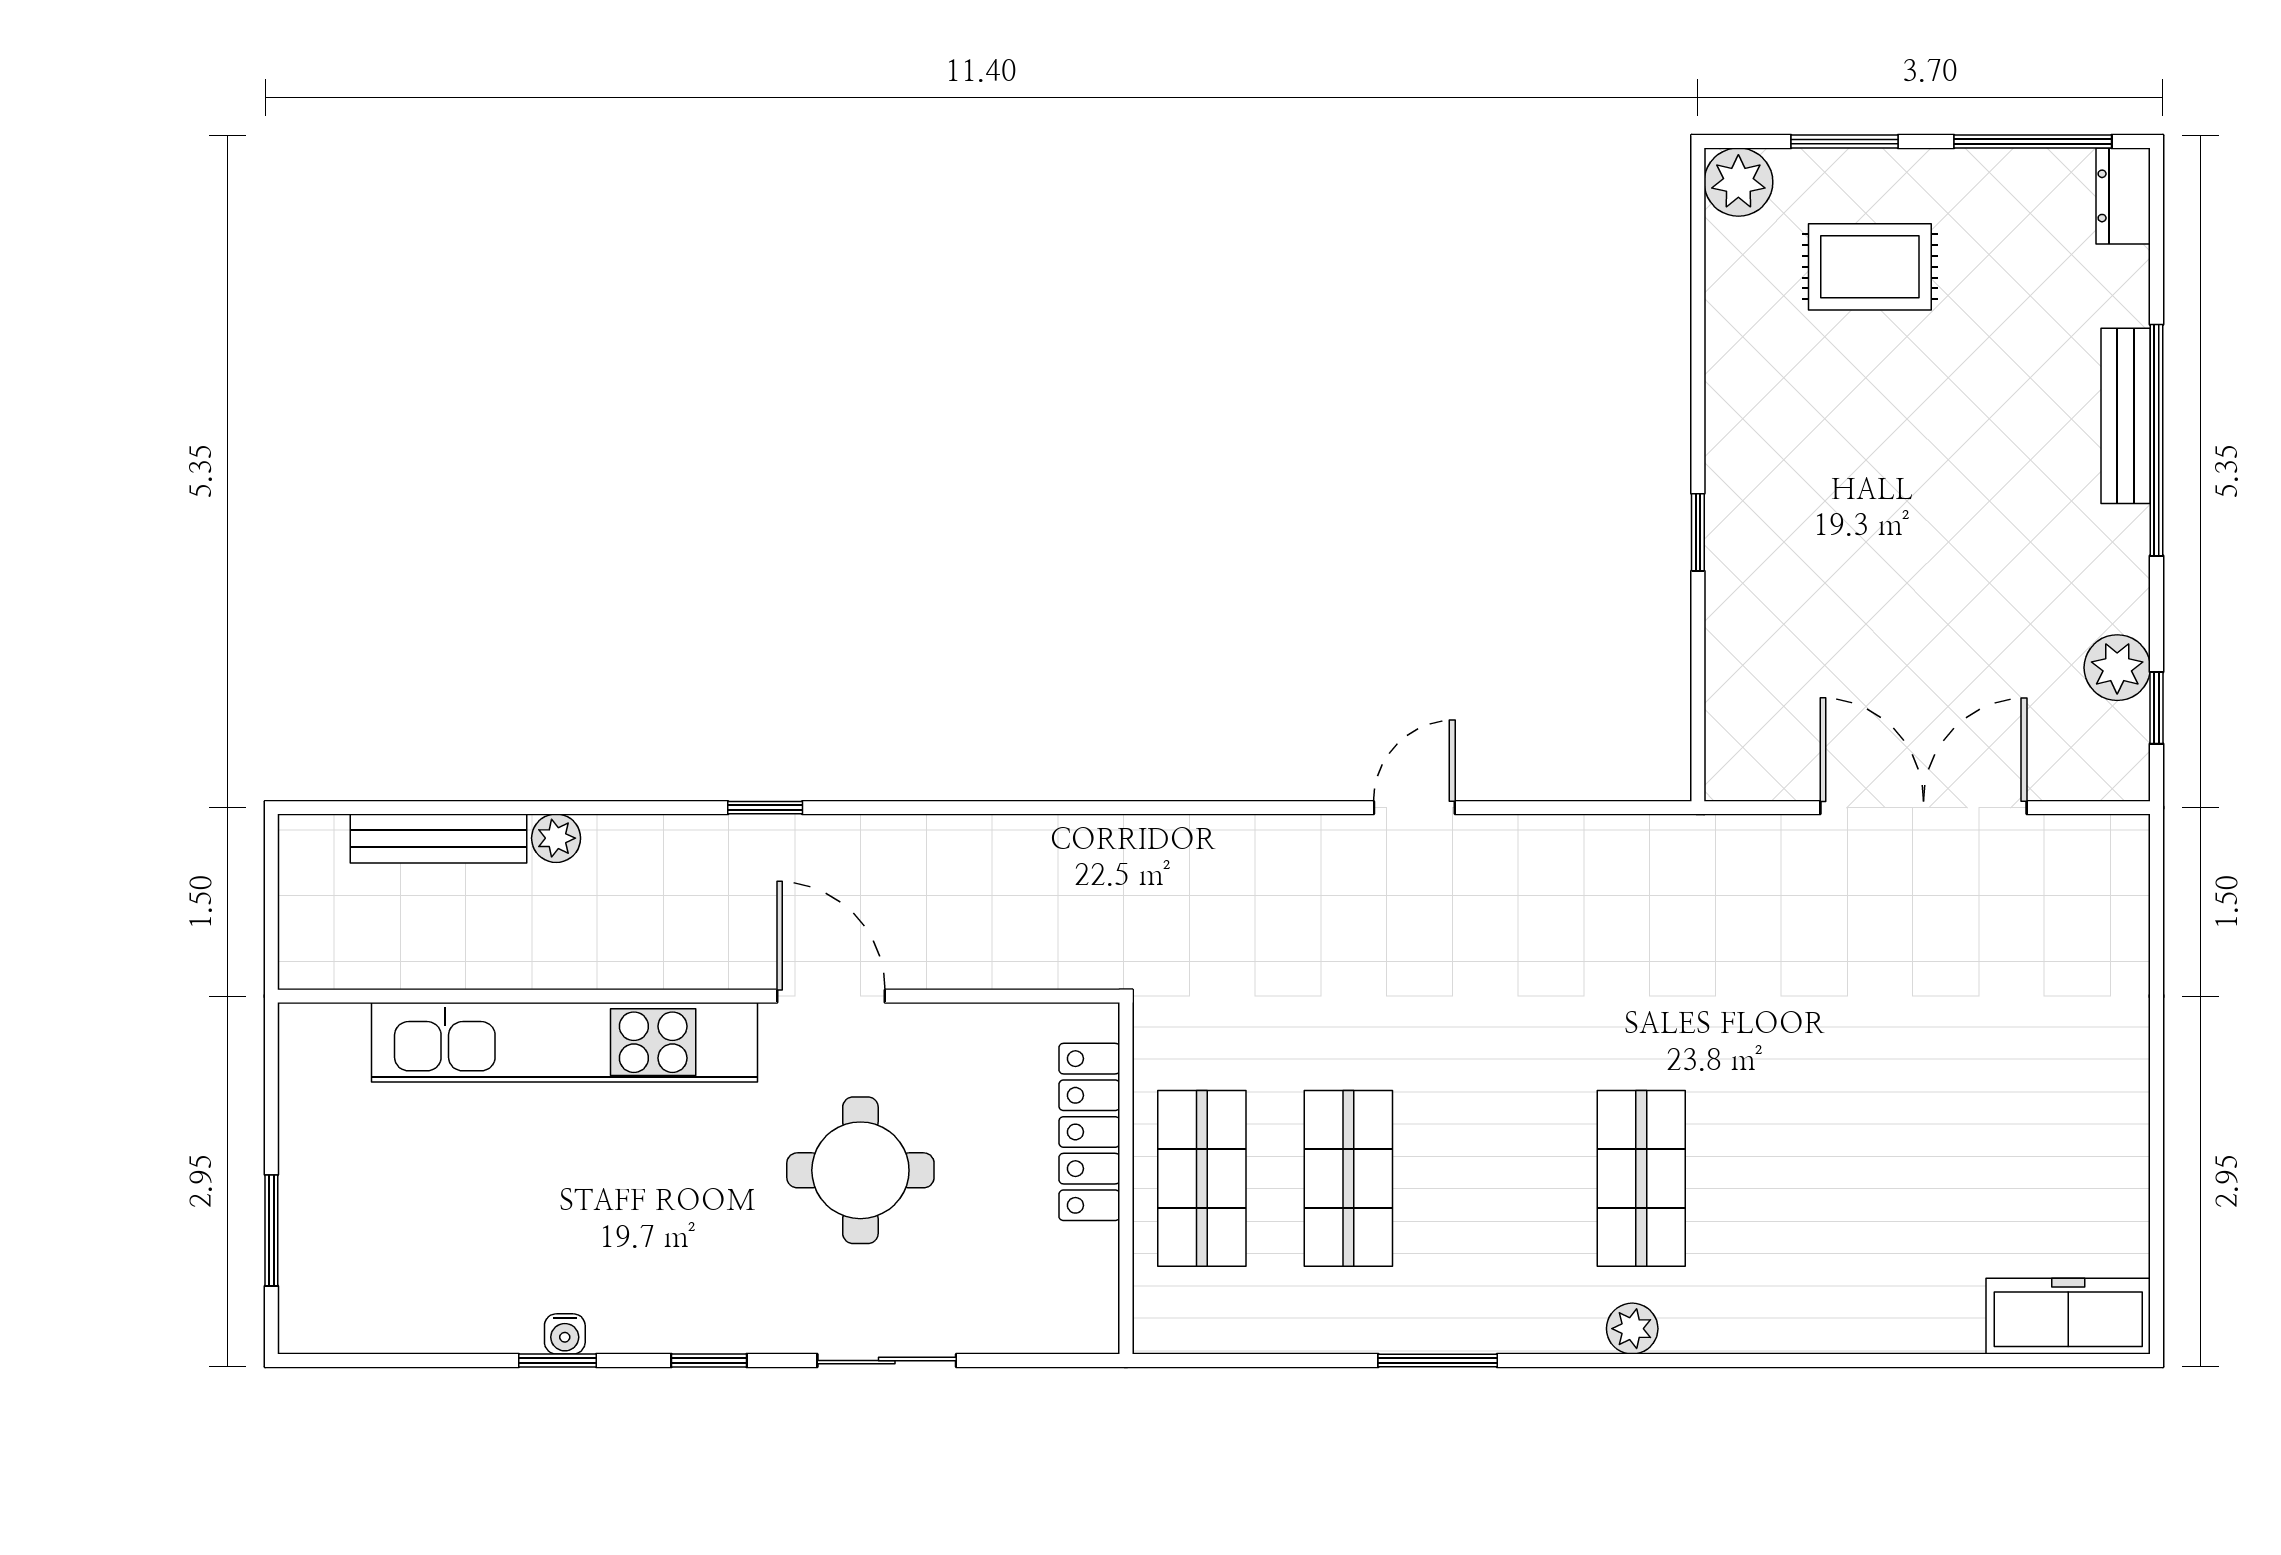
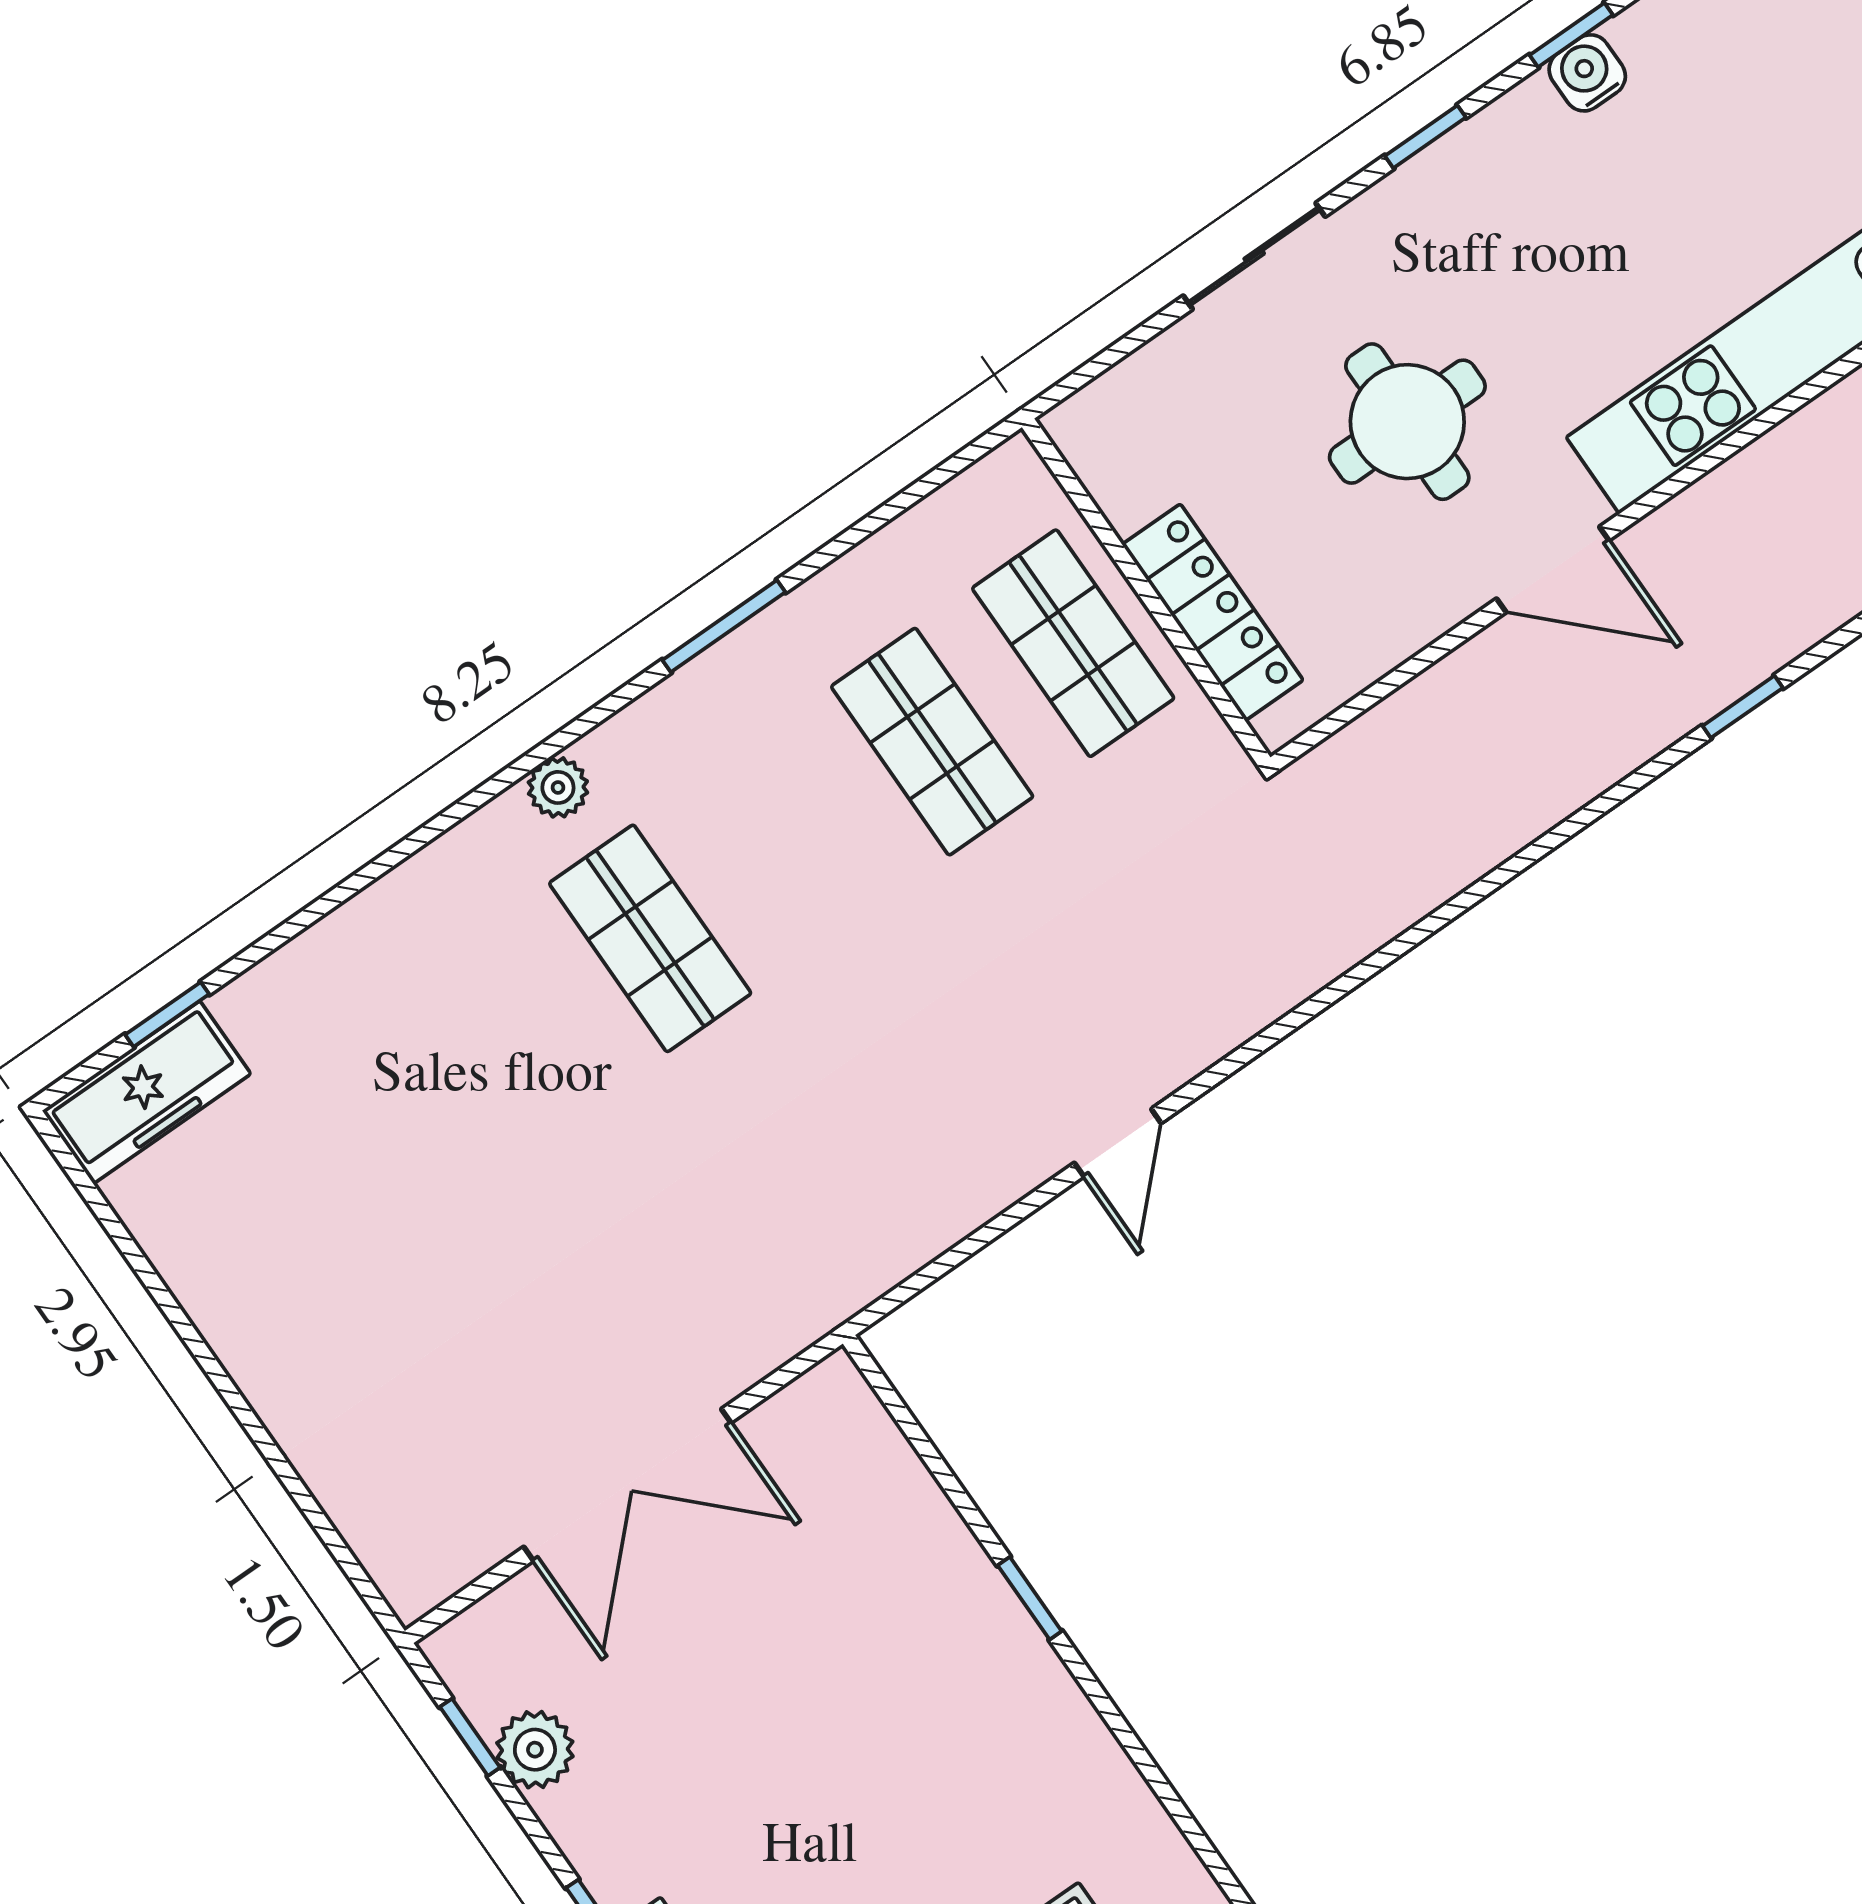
water cooler: (565, 1334) -> (1587, 73), width x1.38, depth x1.38
window: (2016, 1361) -> (167, 1014), added

